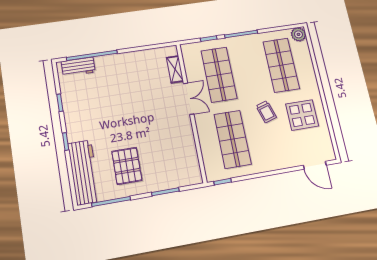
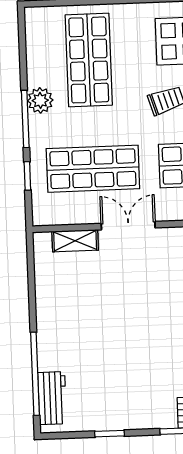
plant: (298, 34) -> (40, 100), moved
shop shelf: (281, 65) -> (89, 60), turned 90

